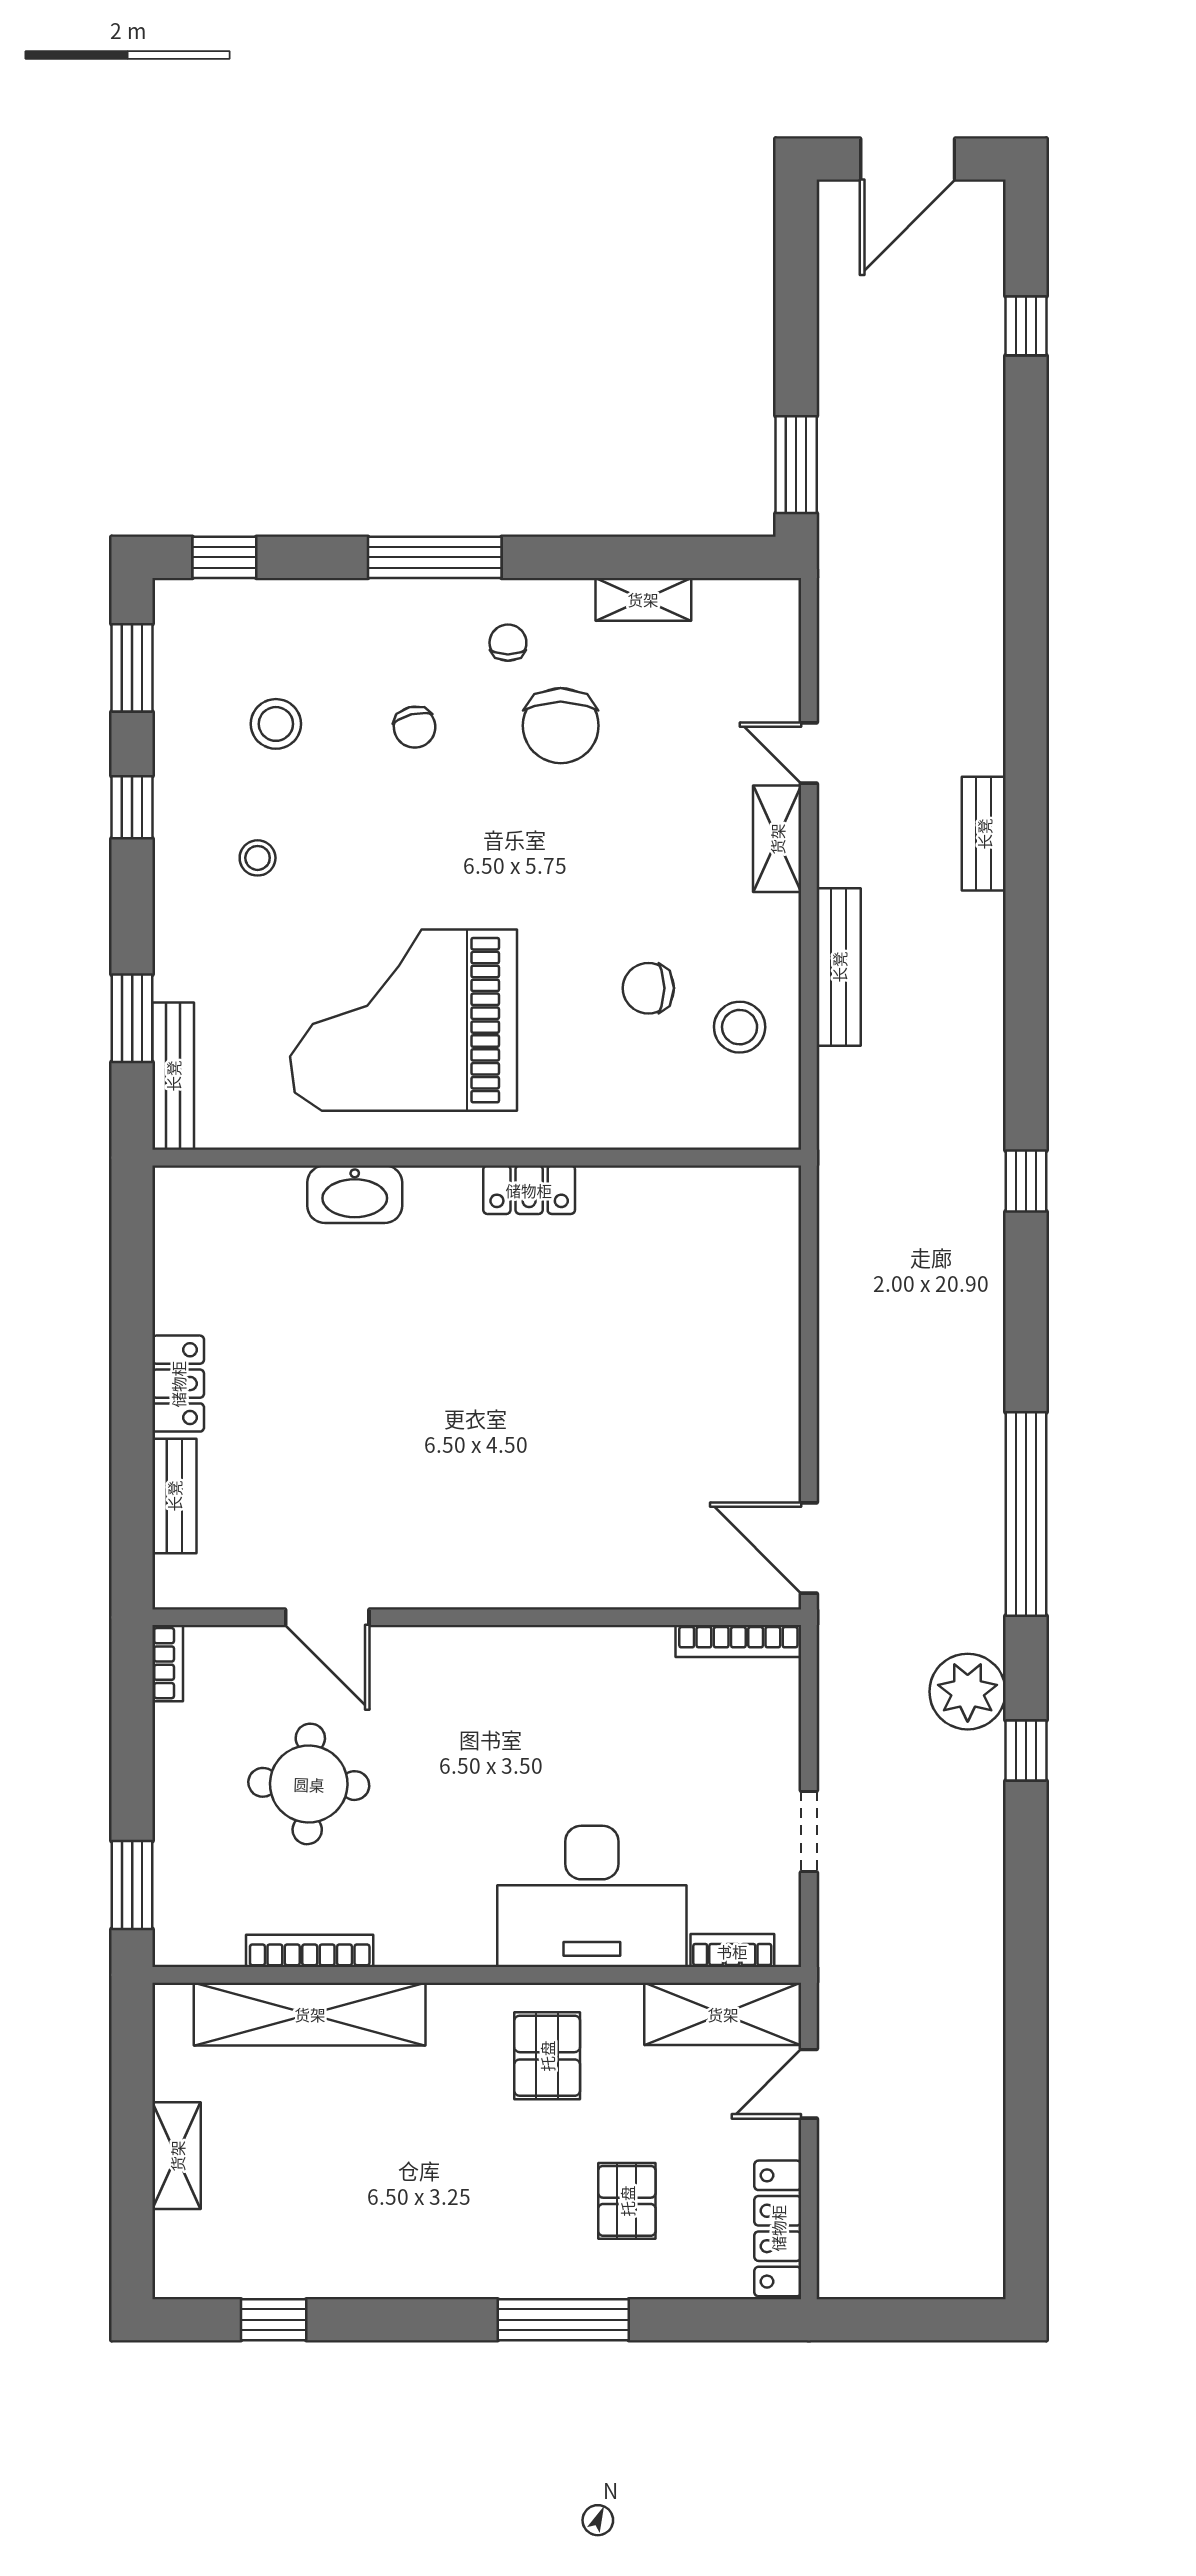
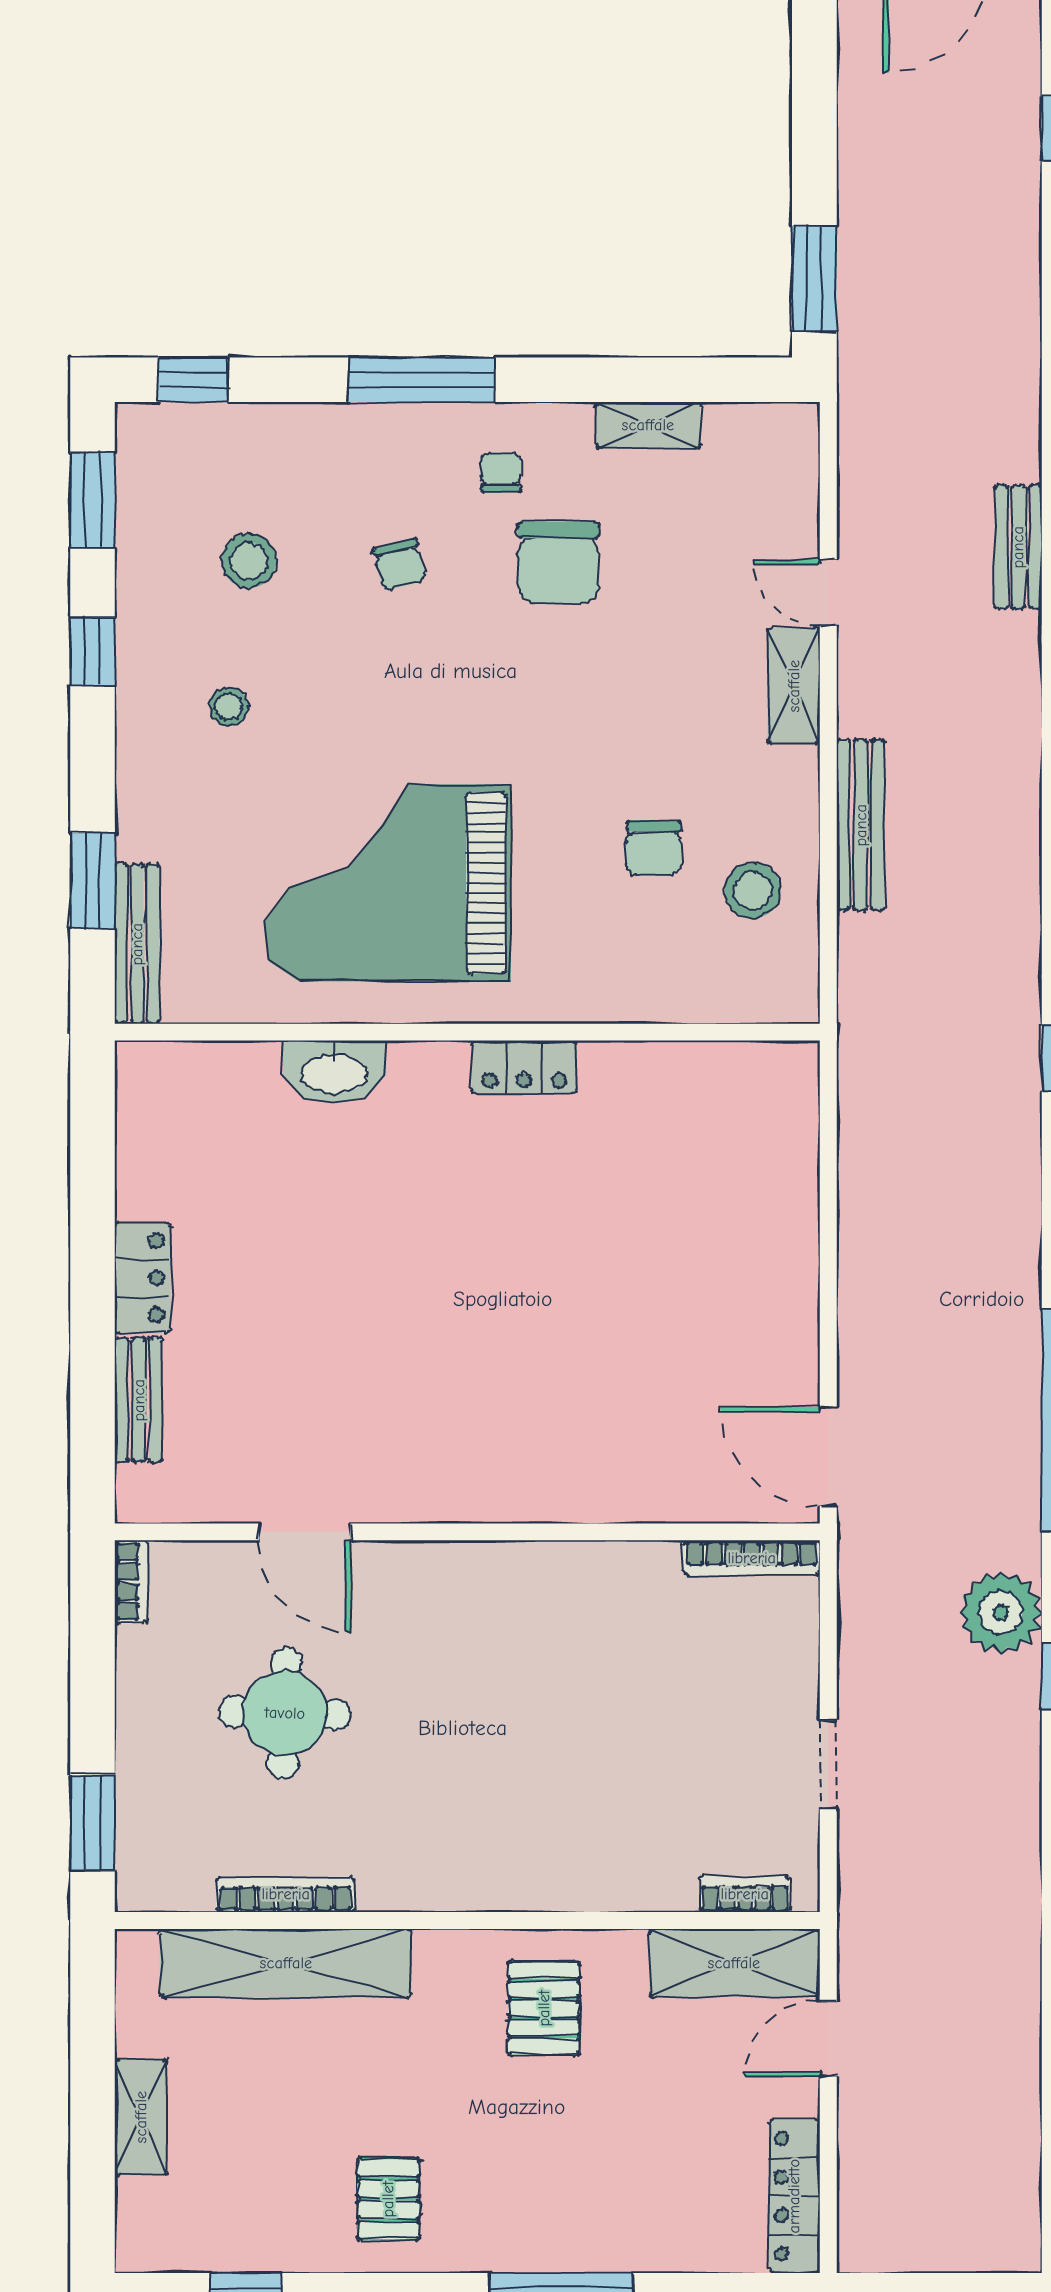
bench: (984, 834) -> (1018, 547), moved
chair: (648, 988) -> (654, 848), turned -90
desk: (592, 1896) -> (592, 1835), removed
pallet: (627, 2201) -> (388, 2199), moved

